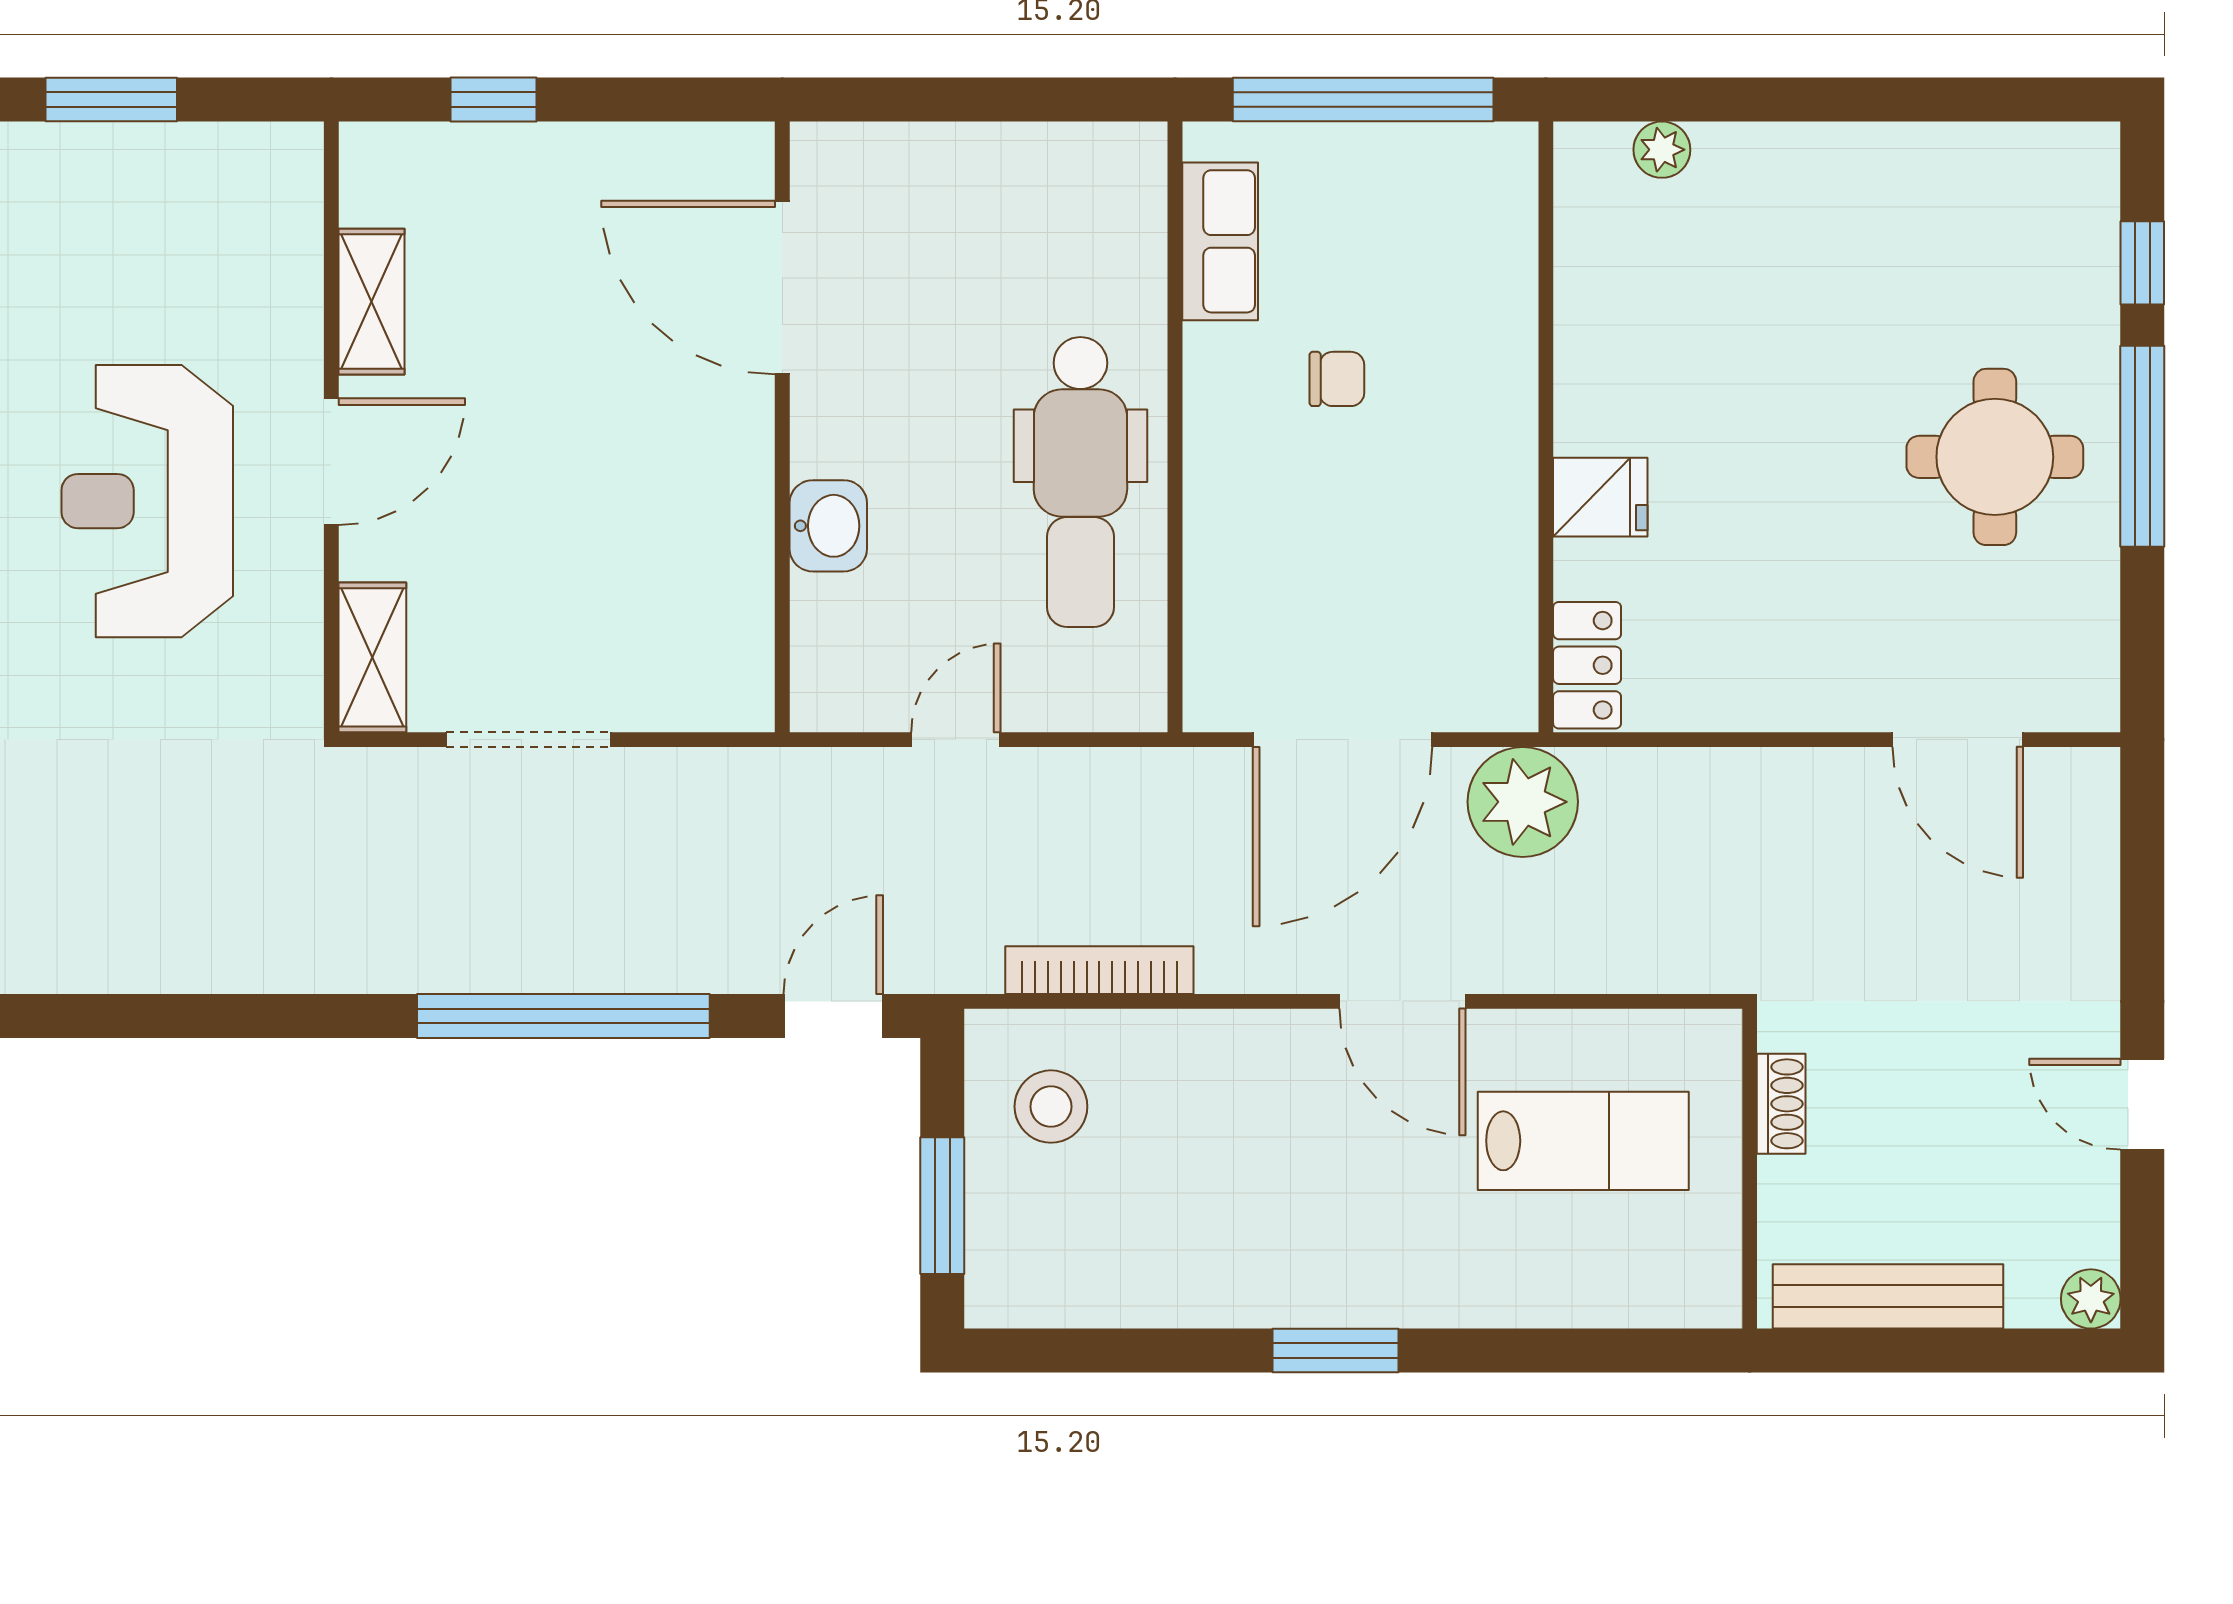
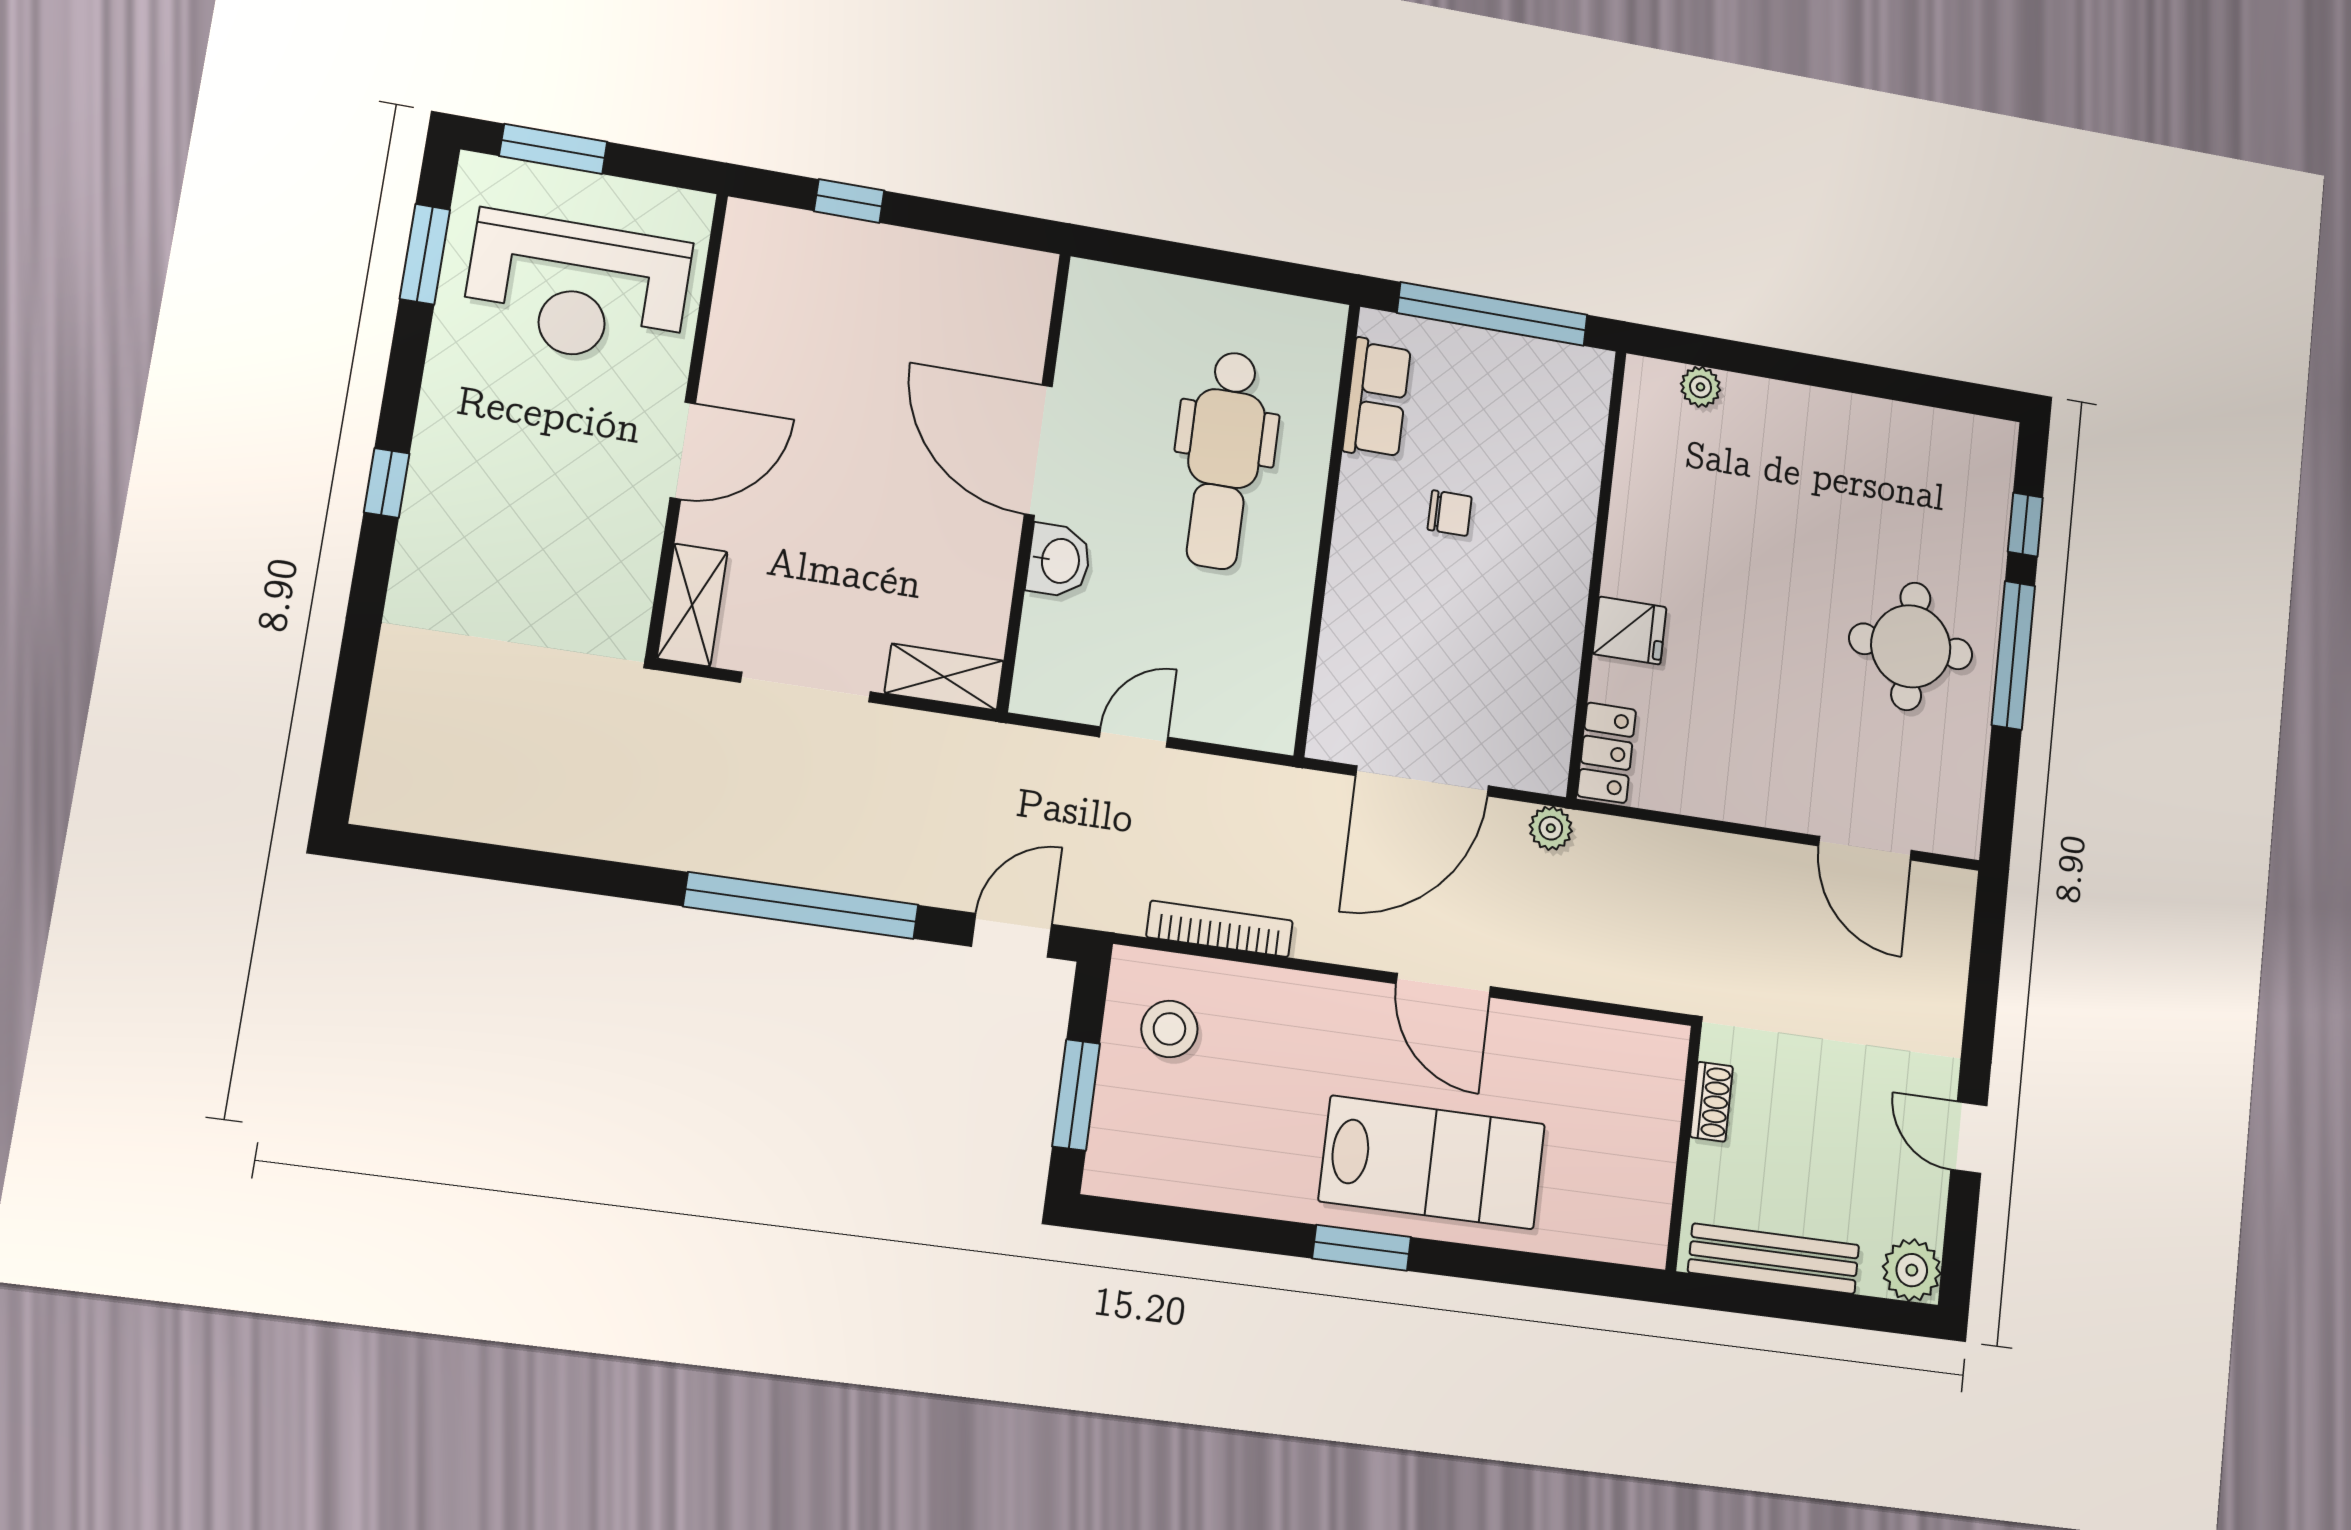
door: (782, 288) -> (1038, 450), moved
shelving: (371, 302) -> (944, 677), moved, turned 90
dental chair: (1080, 482) -> (1224, 460), moved
reception desk: (147, 501) -> (577, 289), moved, turned -90
plant: (1523, 802) -> (1551, 828), width x0.53, depth x0.53
lab bench: (1583, 1141) -> (1432, 1162), moved, width x1.36, depth x1.39
plant: (2091, 1299) -> (1912, 1270), width x1.38, depth x1.38

